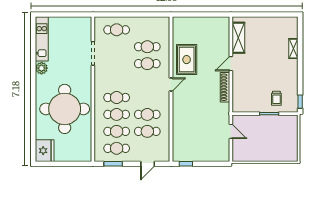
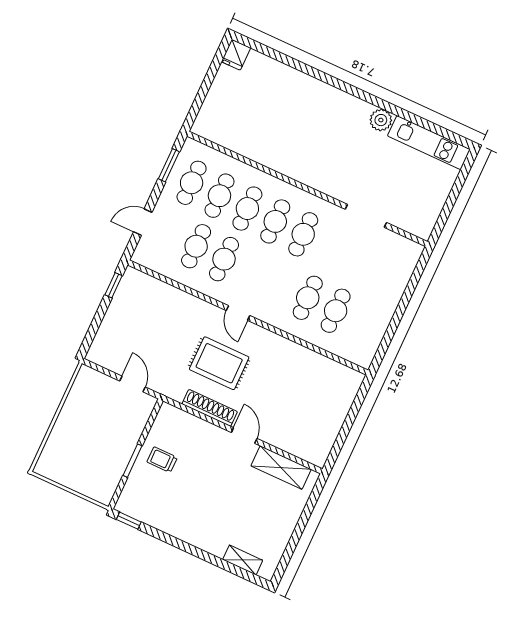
cafe table: (117, 30) -> (303, 234), moved
shelving: (293, 49) -> (243, 560), moved
rug: (187, 60) -> (219, 363), moved
door: (171, 85) -> (238, 313), moved
trolley: (276, 98) -> (162, 460), moved
round table: (65, 109) -> (296, 127), removed
door: (231, 131) -> (133, 384), swing flipped
fridge: (45, 151) -> (236, 55), width x0.53, depth x0.75
door: (148, 164) -> (143, 222), hinge flipped

